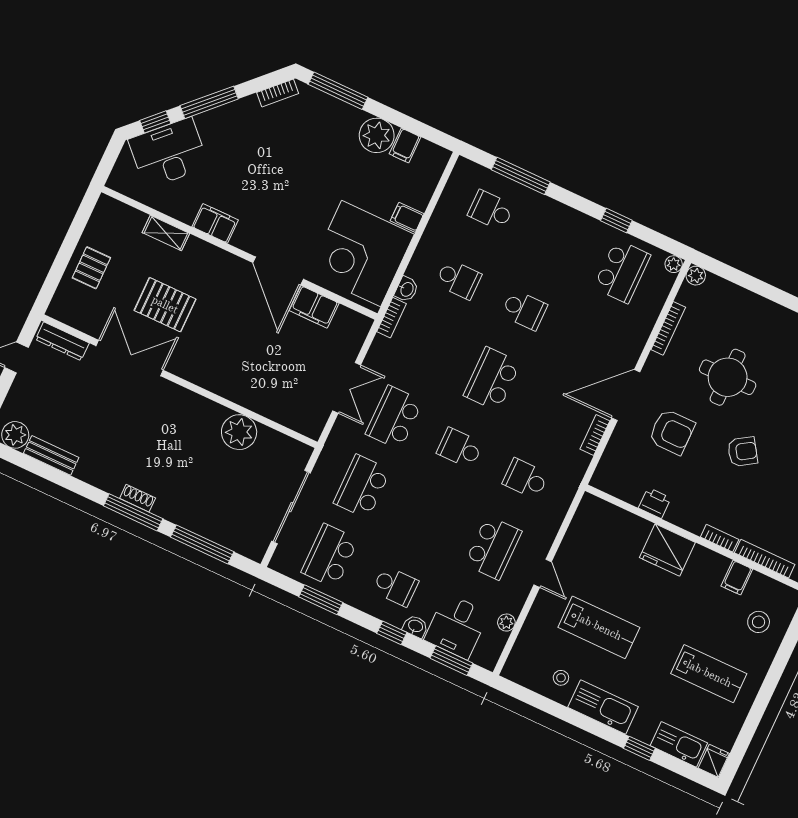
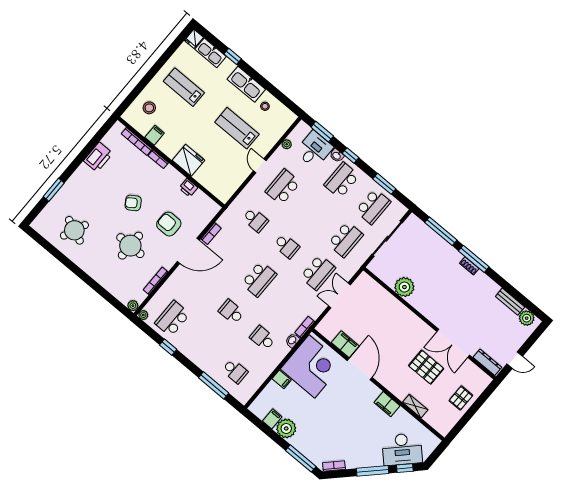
school desk: (395, 586) -> (342, 180), width x1.85

